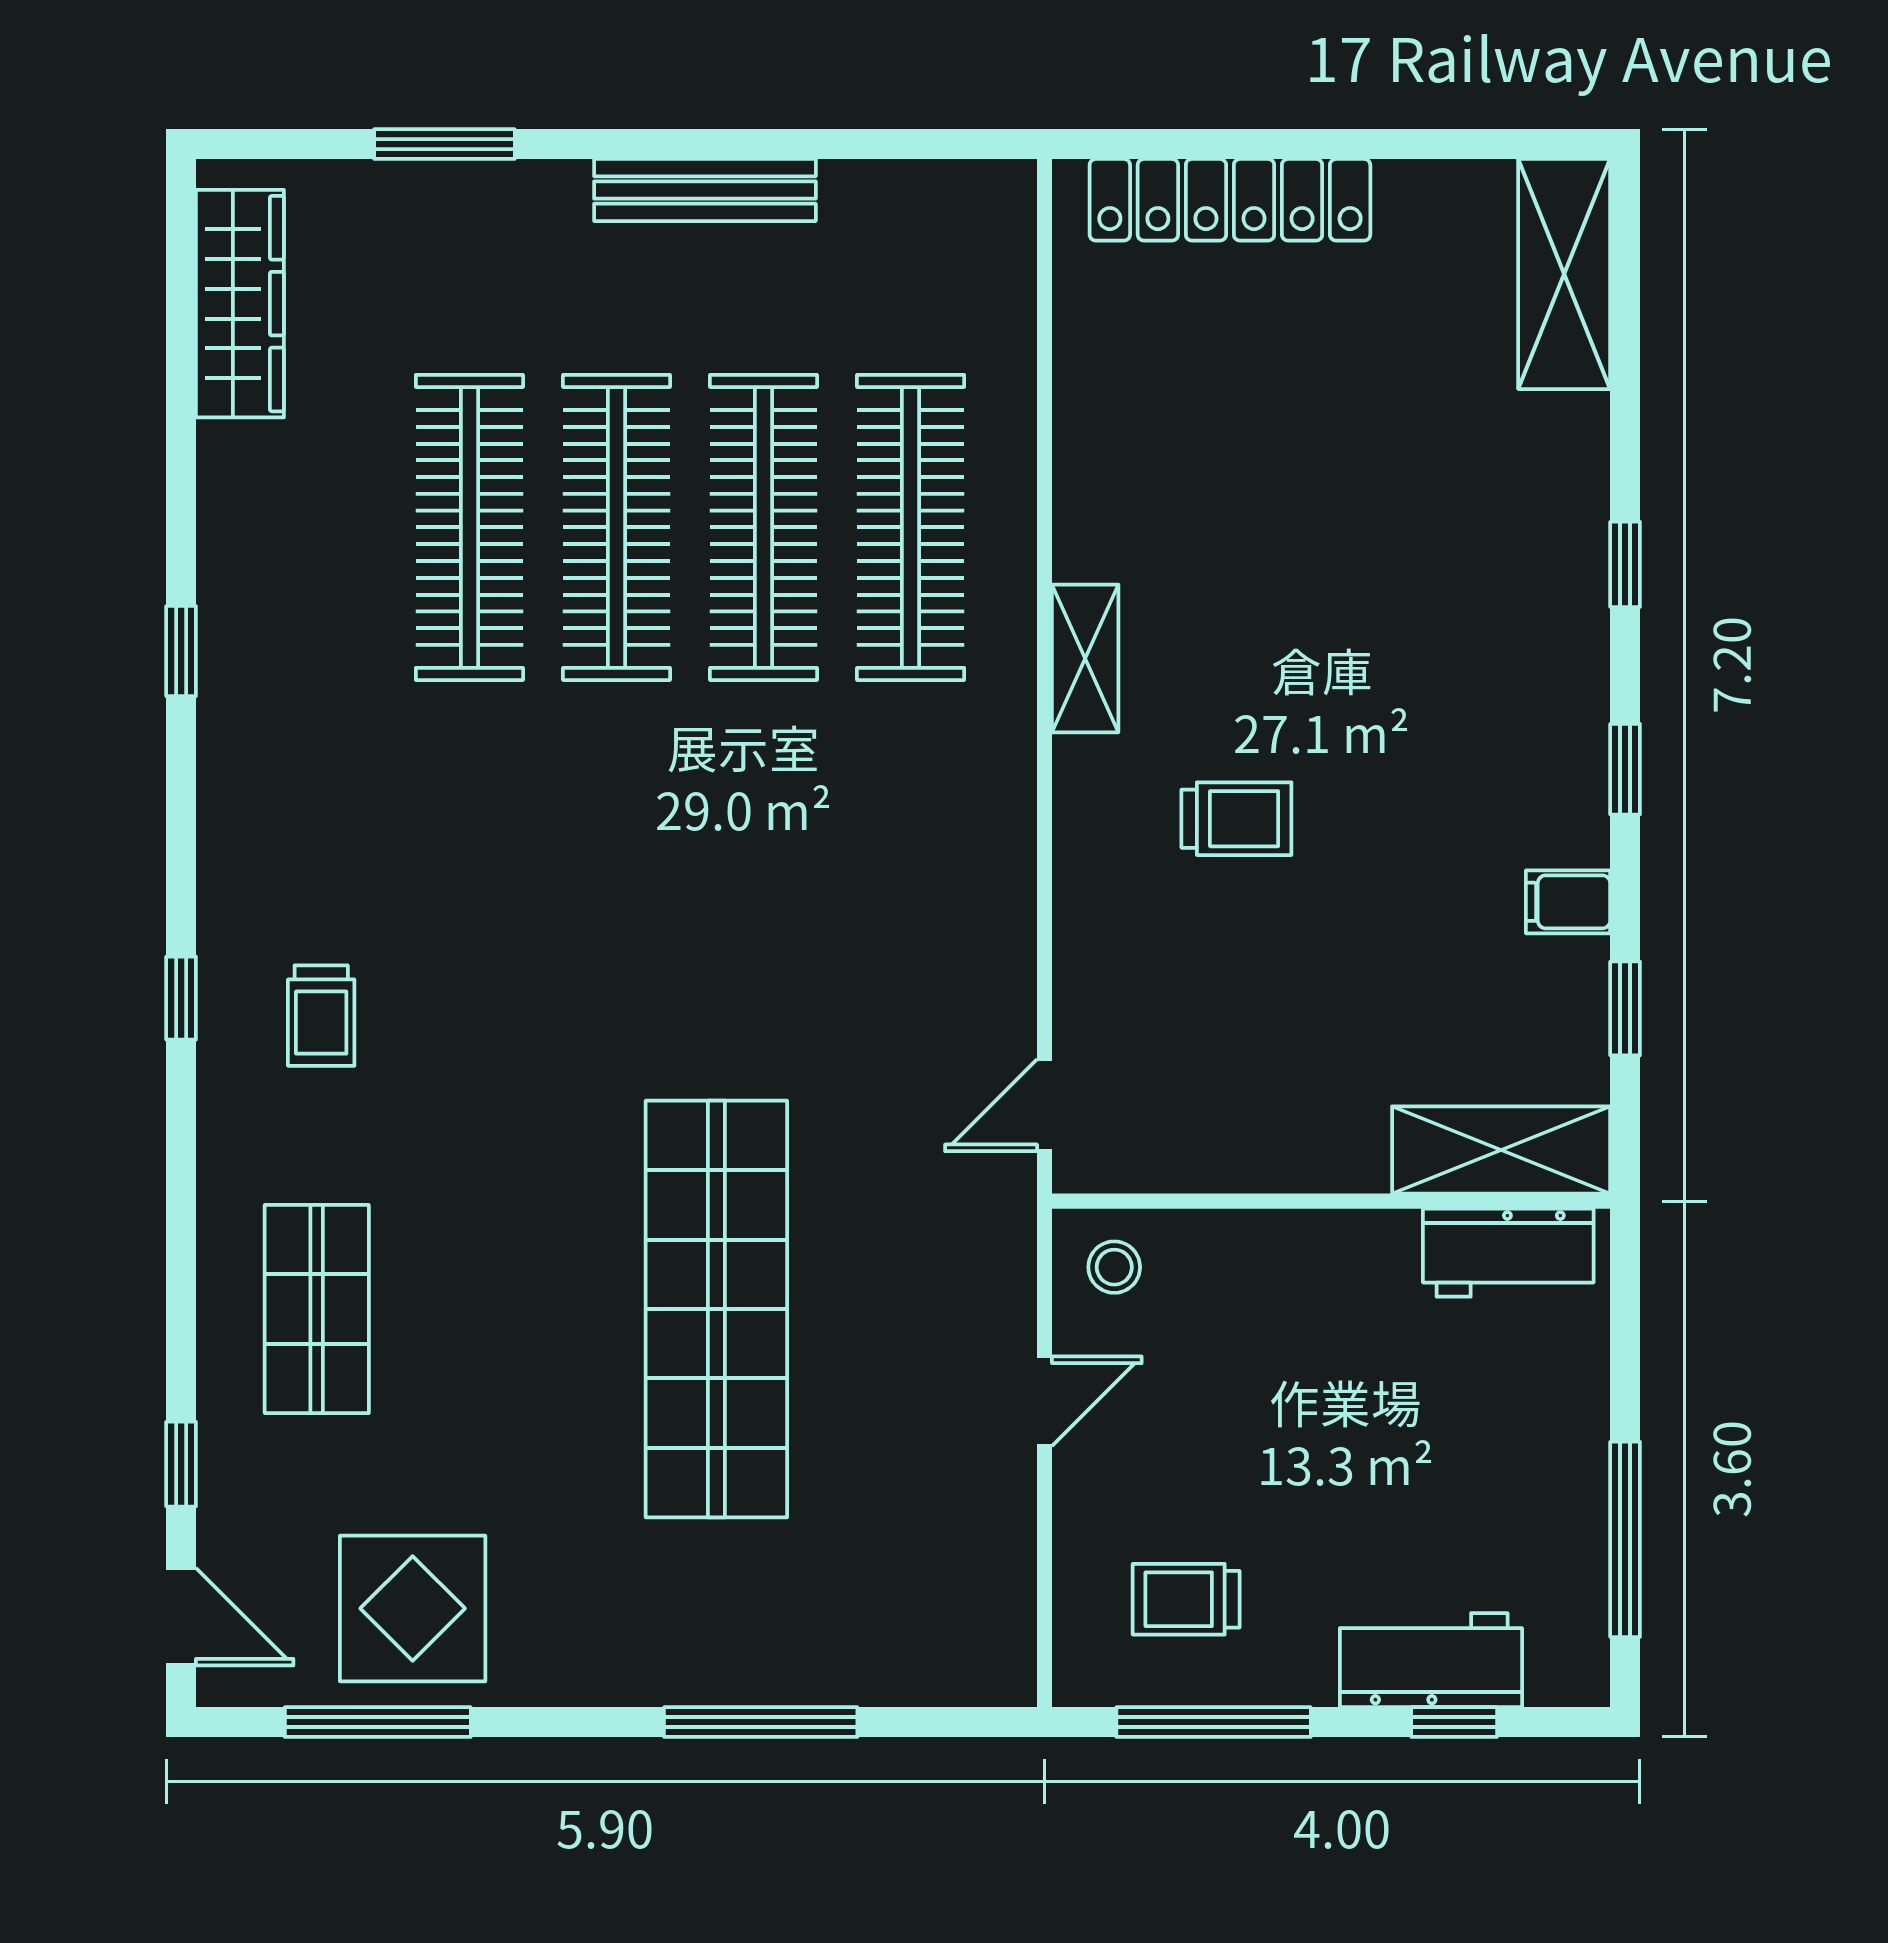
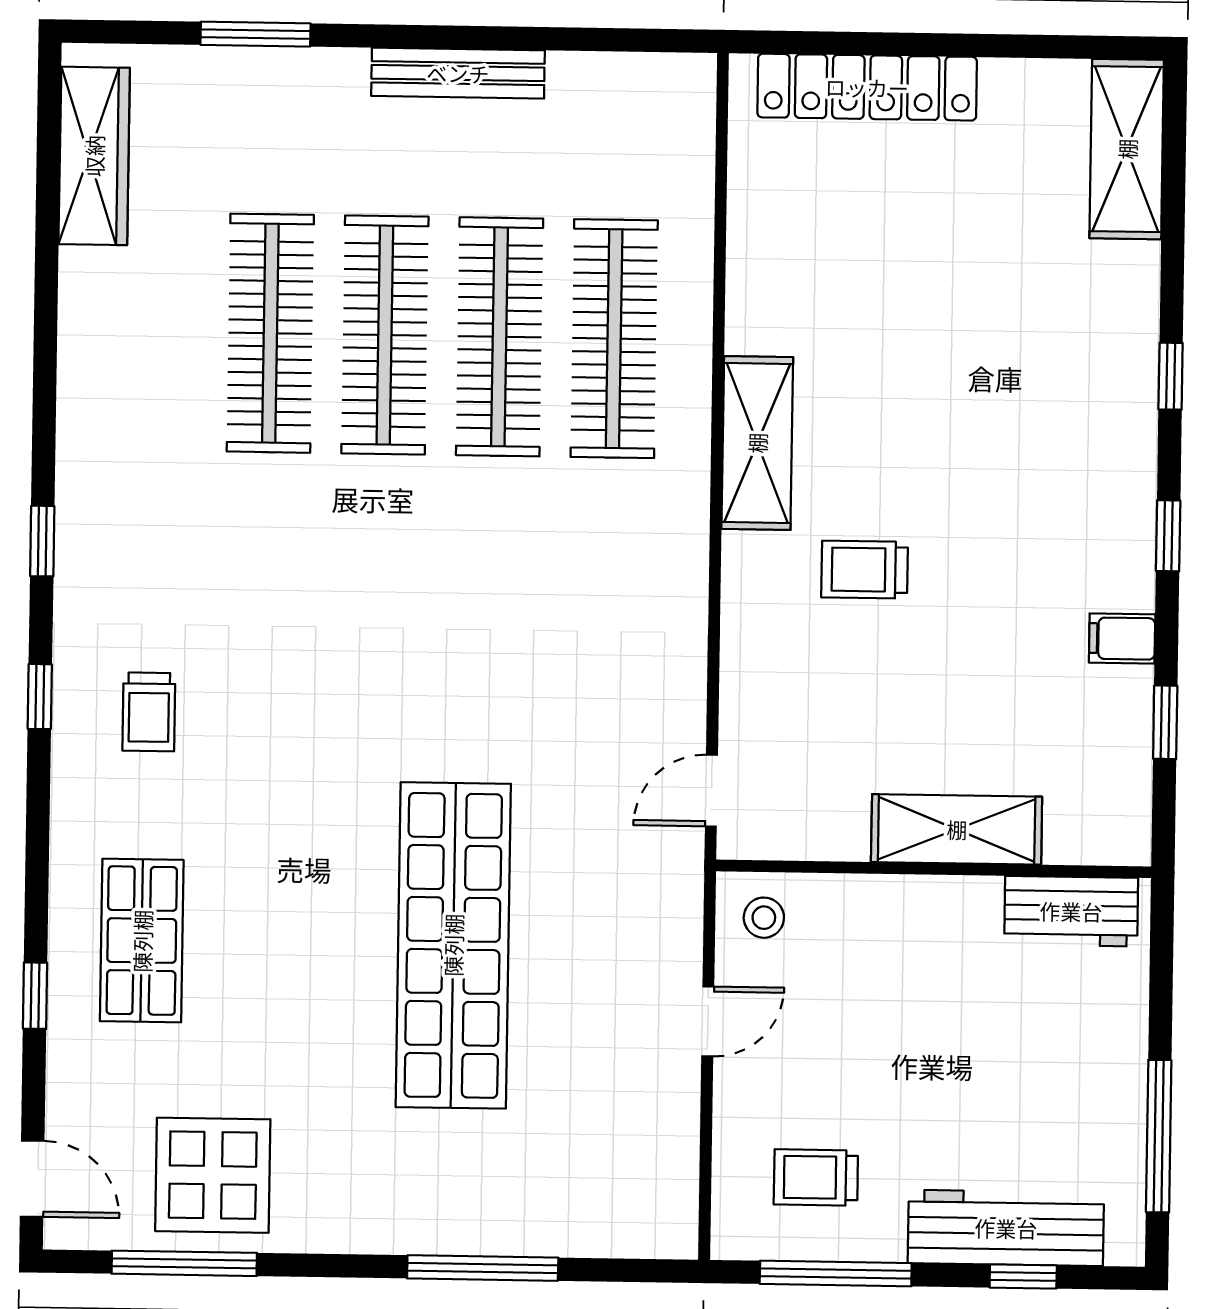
window: (181, 651) -> (42, 541), moved
shelving: (1085, 658) -> (757, 443), width x1.50, depth x1.33
trolley: (1236, 819) -> (865, 570), turned 180
shelving: (1501, 1150) -> (957, 829), moved
window: (181, 1464) -> (35, 996), moved
workbench: (1431, 1660) -> (1006, 1228), width x1.38

